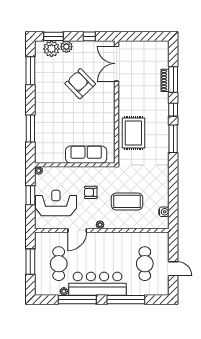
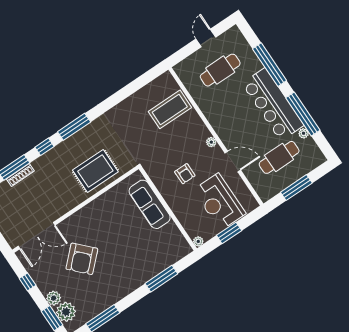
coffee table: (127, 201) -> (170, 109), moved, turned 90
water cooler: (164, 212) -> (154, 86), removed

